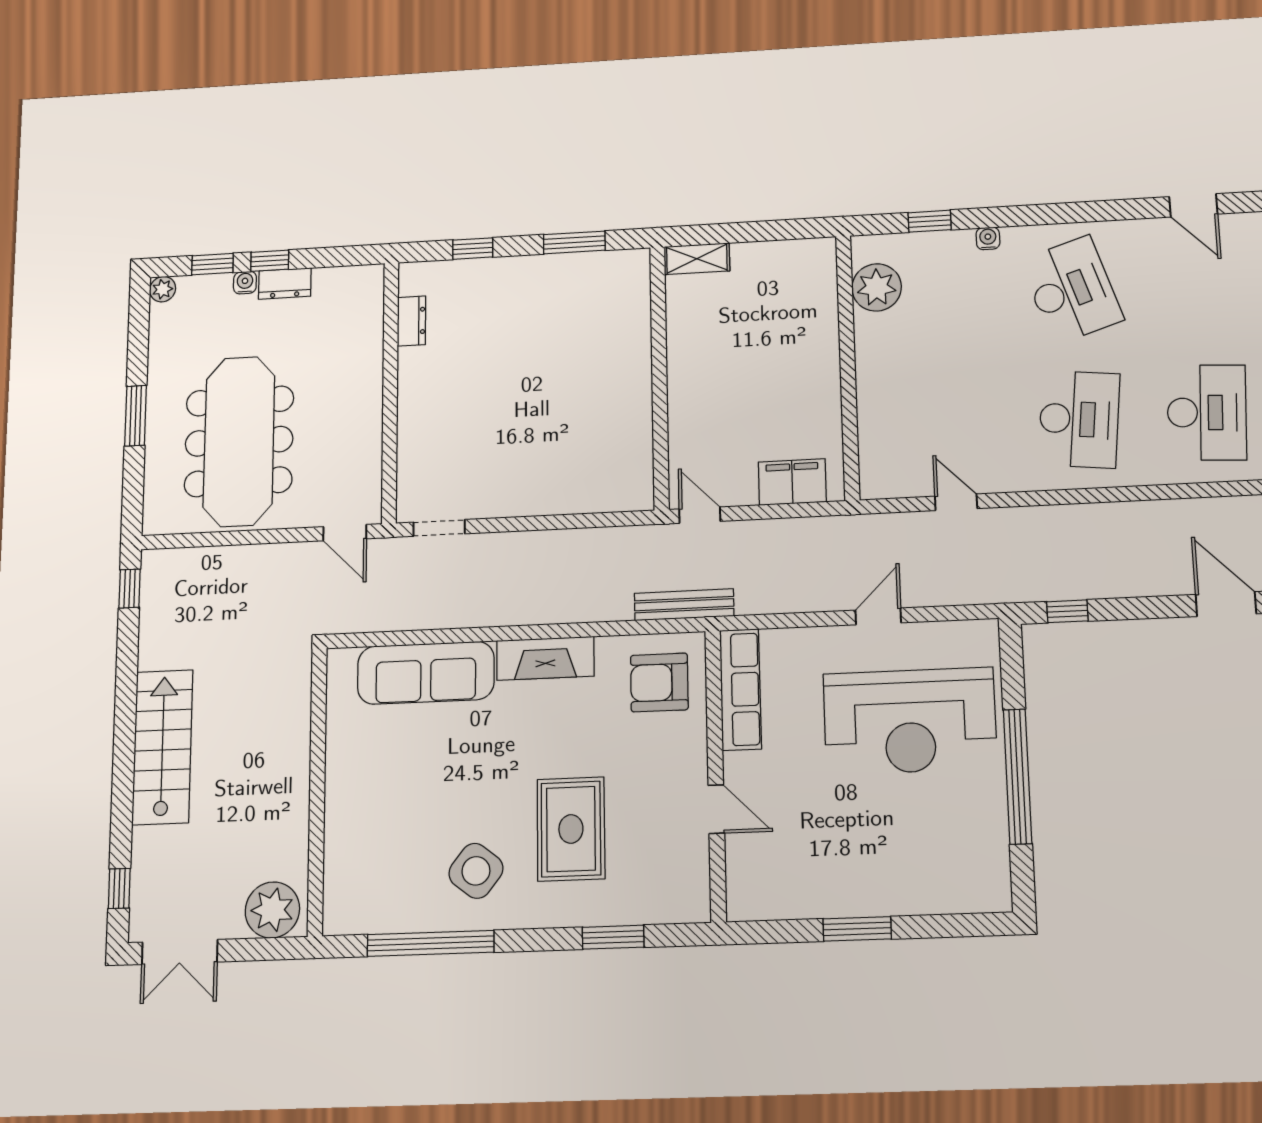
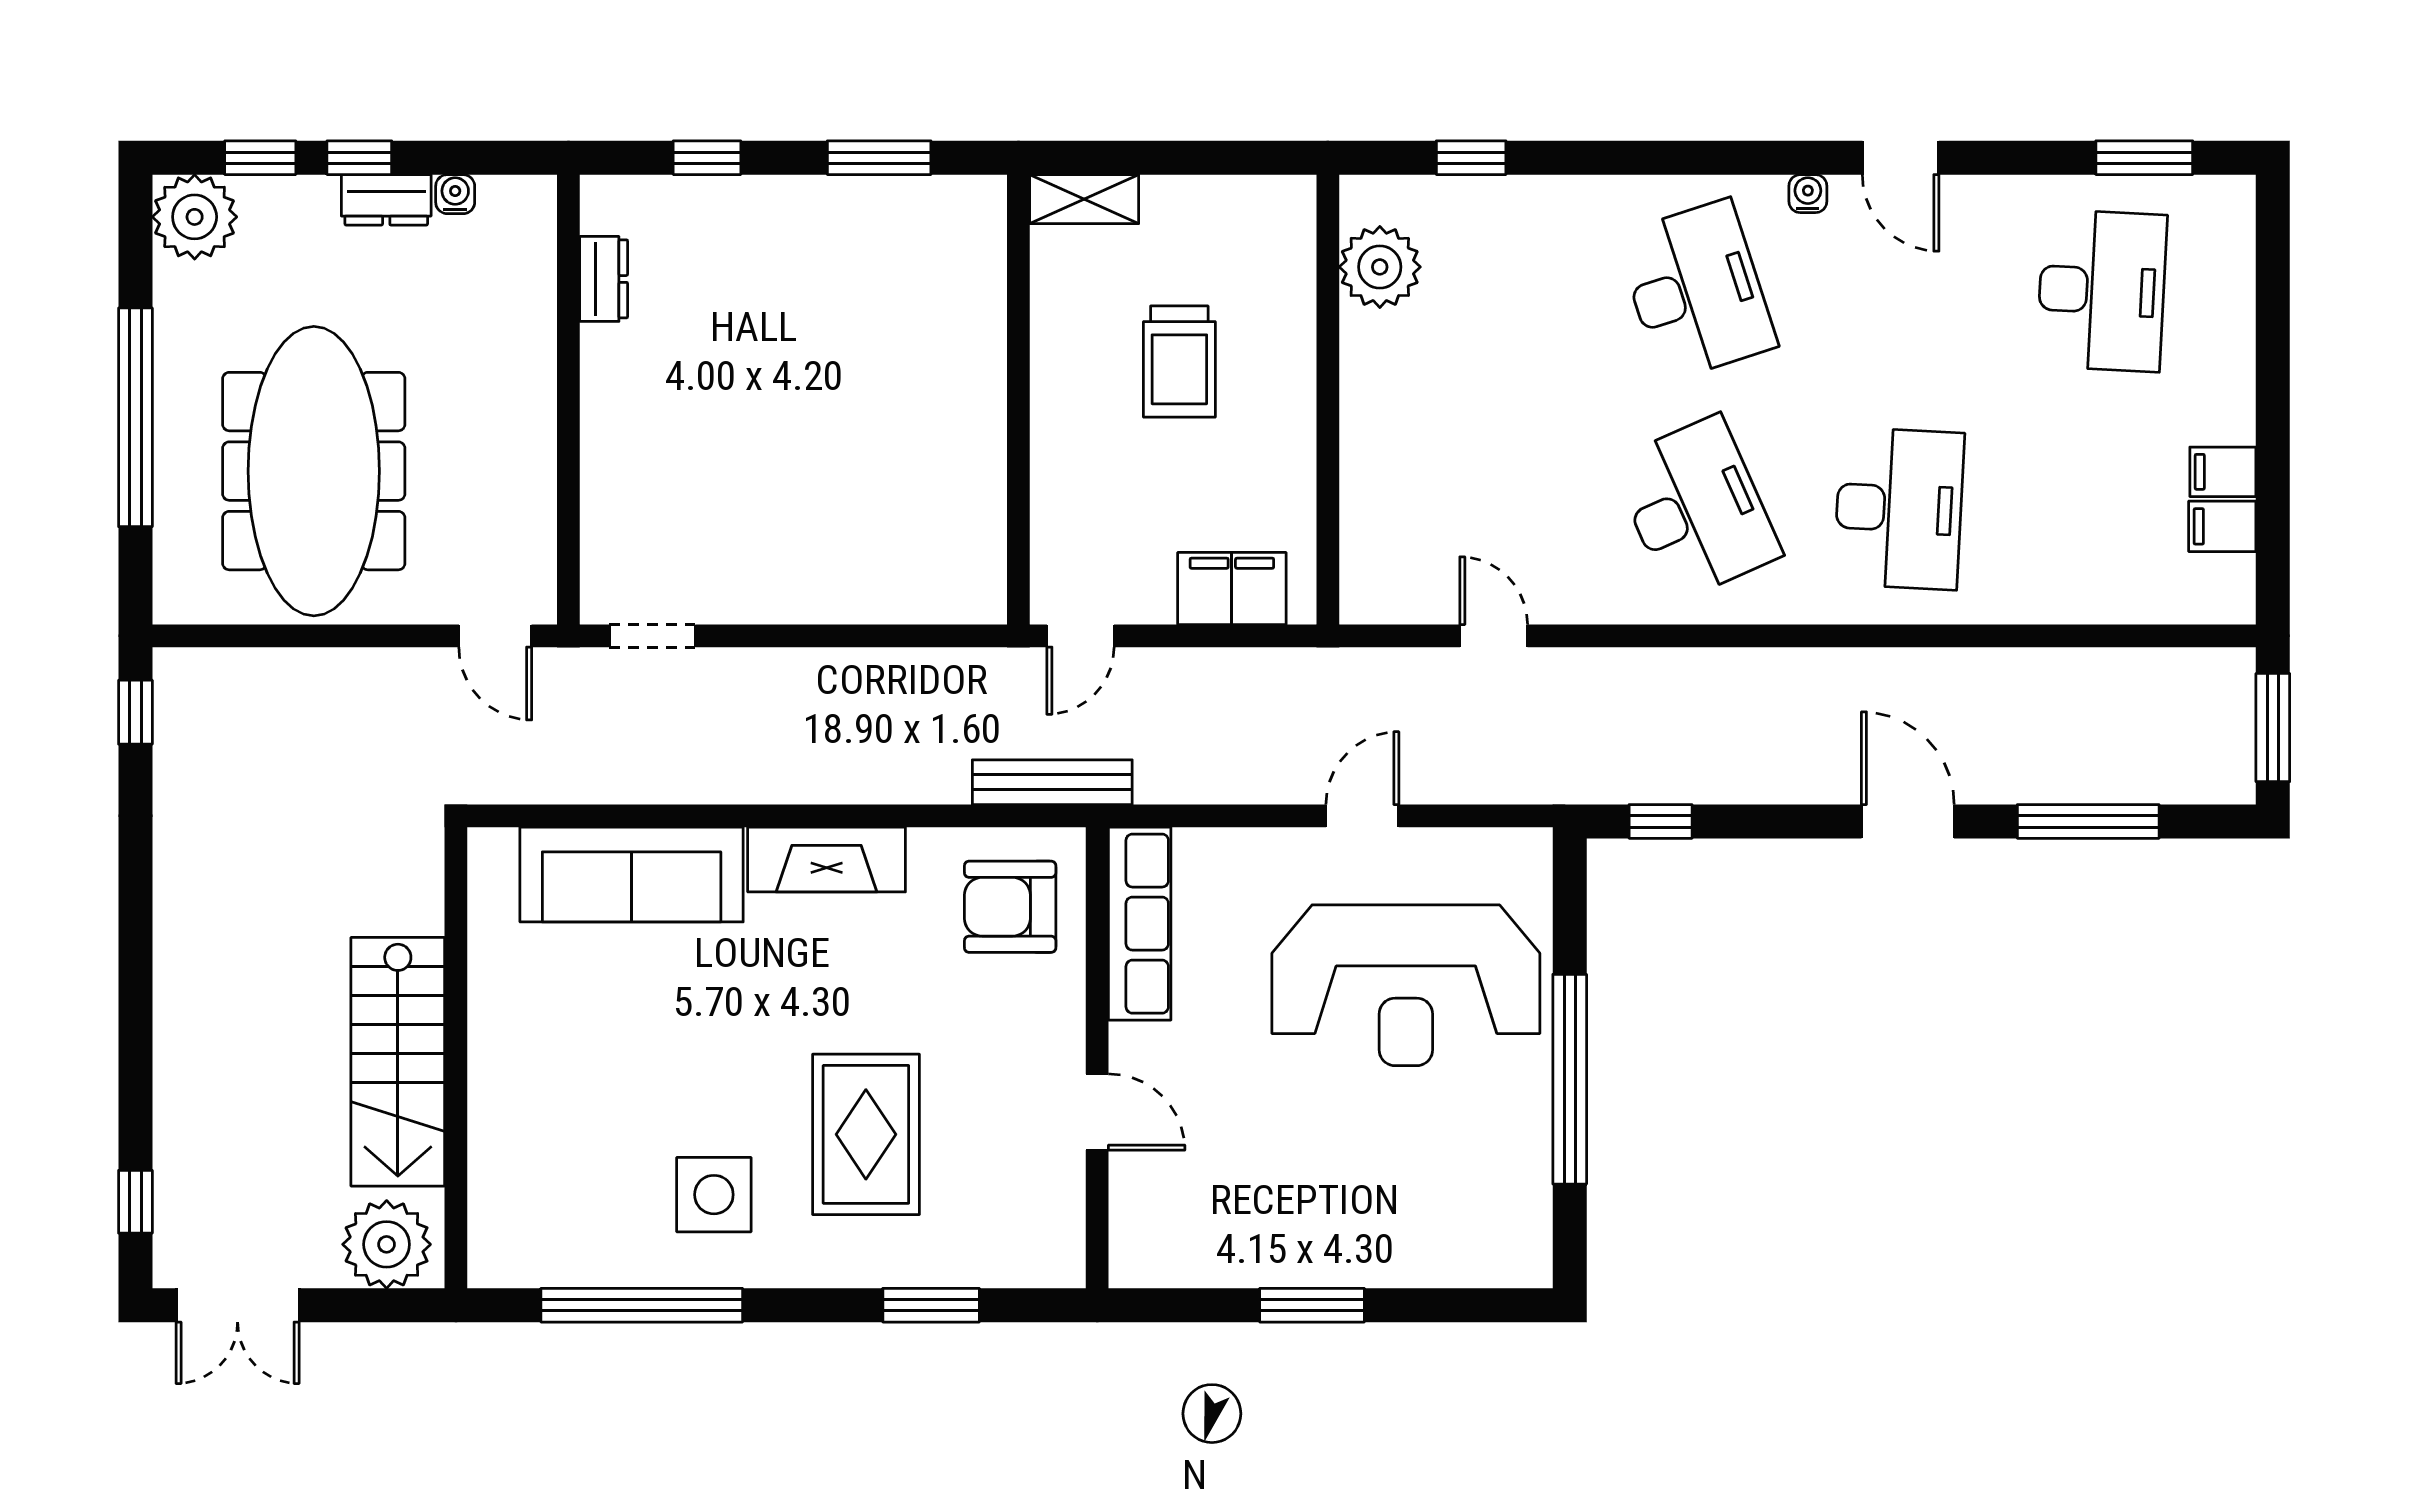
water cooler: (988, 238) -> (1808, 194), moved
water cooler: (245, 283) -> (455, 194), moved
plant: (163, 289) -> (195, 217), width x1.88, depth x1.88
trolley: (756, 349) -> (1179, 362), added
window: (136, 416) -> (135, 417), width x2.11
desk: (1079, 419) -> (1696, 509), turned -30
door: (700, 515) -> (1080, 636), swing flipped
stairs: (162, 747) -> (398, 1062), moved, turned 180
side table: (476, 871) -> (714, 1195), turned -38

